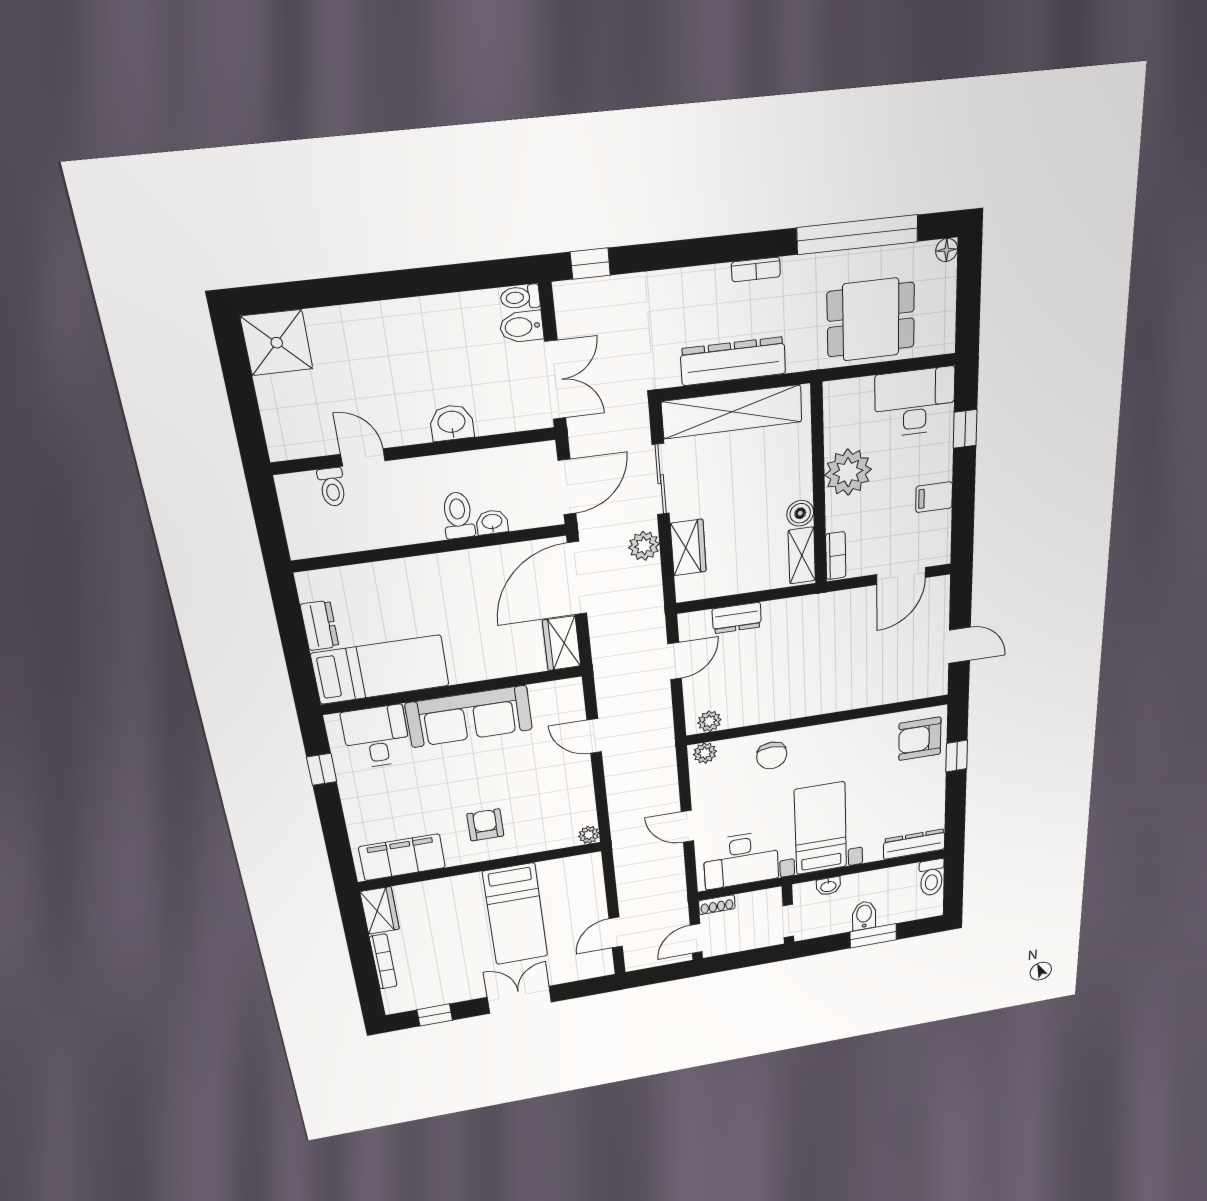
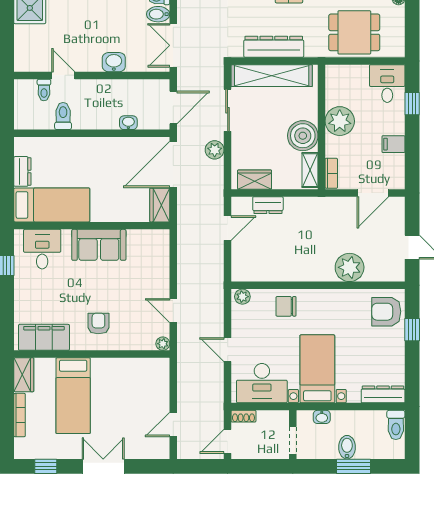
double door: (555, 380) -> (173, 45), swing flipped
desk: (915, 402) -> (387, 84), width x0.73
boiler: (800, 513) -> (303, 136), width x1.86, depth x1.86
toilet: (458, 515) -> (63, 116), moved
wardrobe: (688, 547) -> (255, 180), moved, turned -90
sofa: (469, 716) -> (99, 245), width x0.73
plant: (709, 721) -> (350, 267), moved, width x1.87, depth x1.87
door: (594, 736) -> (173, 311), moved
chair: (772, 755) -> (286, 306), turned 90
bed: (515, 914) -> (73, 396), moved

